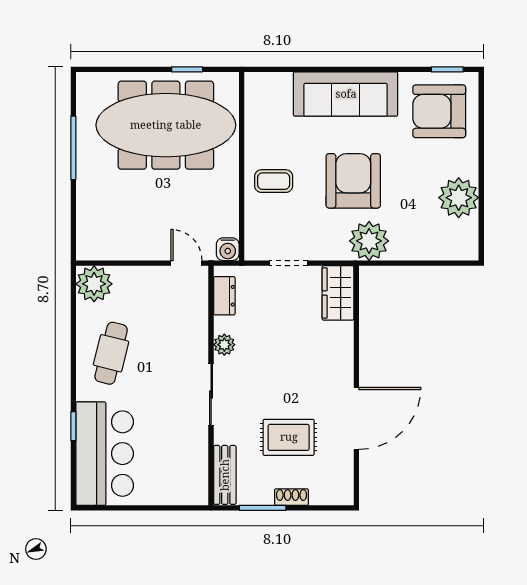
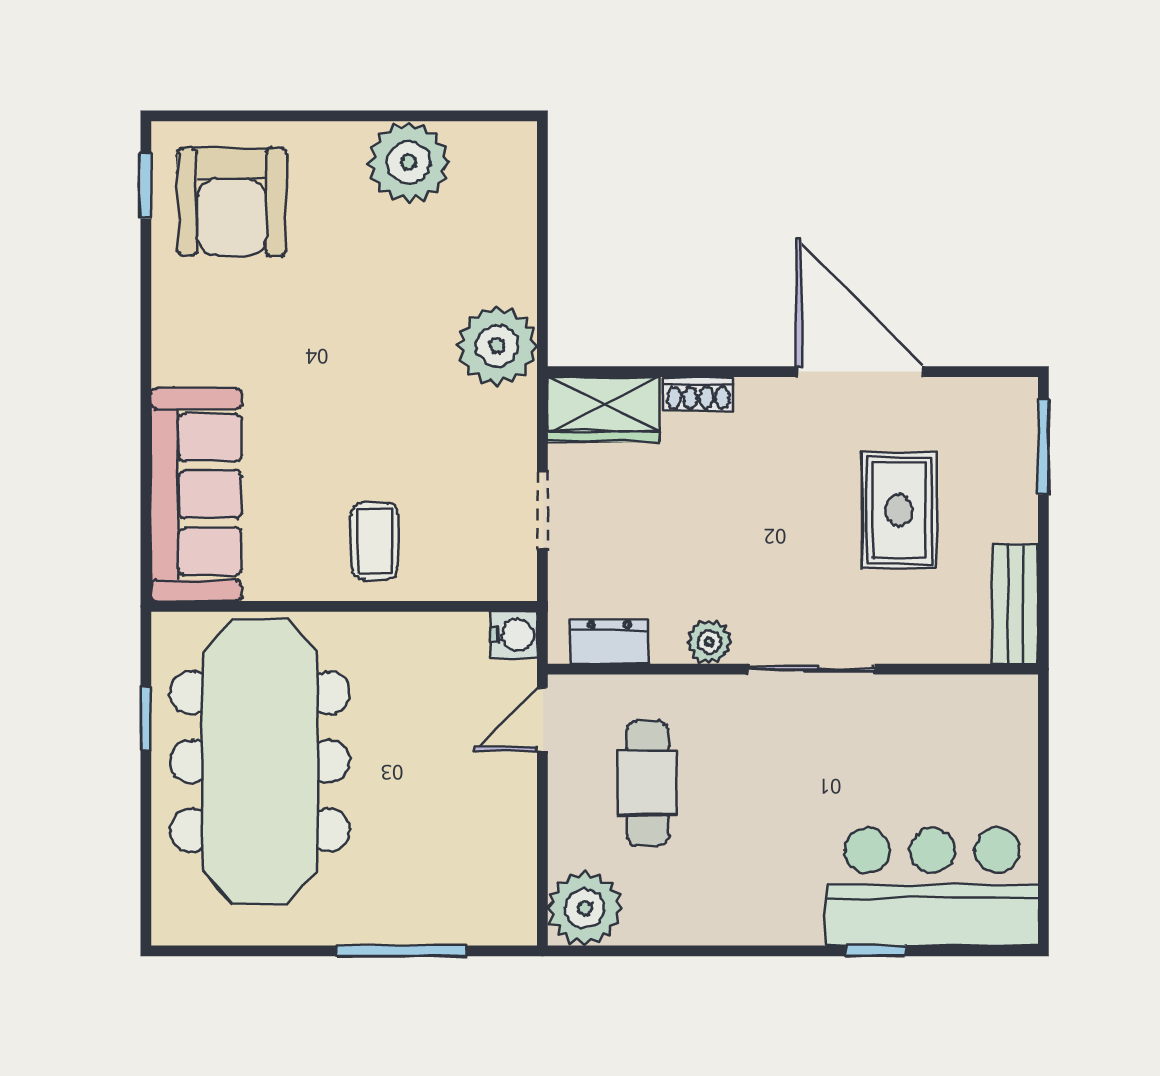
sofa: (346, 94) -> (196, 495), moved
window: (73, 148) -> (401, 951), moved
armchair: (353, 181) -> (374, 378), removed
cafe table: (111, 353) -> (648, 783), moved, turned 76
bench: (225, 475) -> (1015, 604), moved, turned 90
shoe rack: (291, 497) -> (698, 394), moved, turned -90
window: (263, 508) -> (1043, 447), moved

